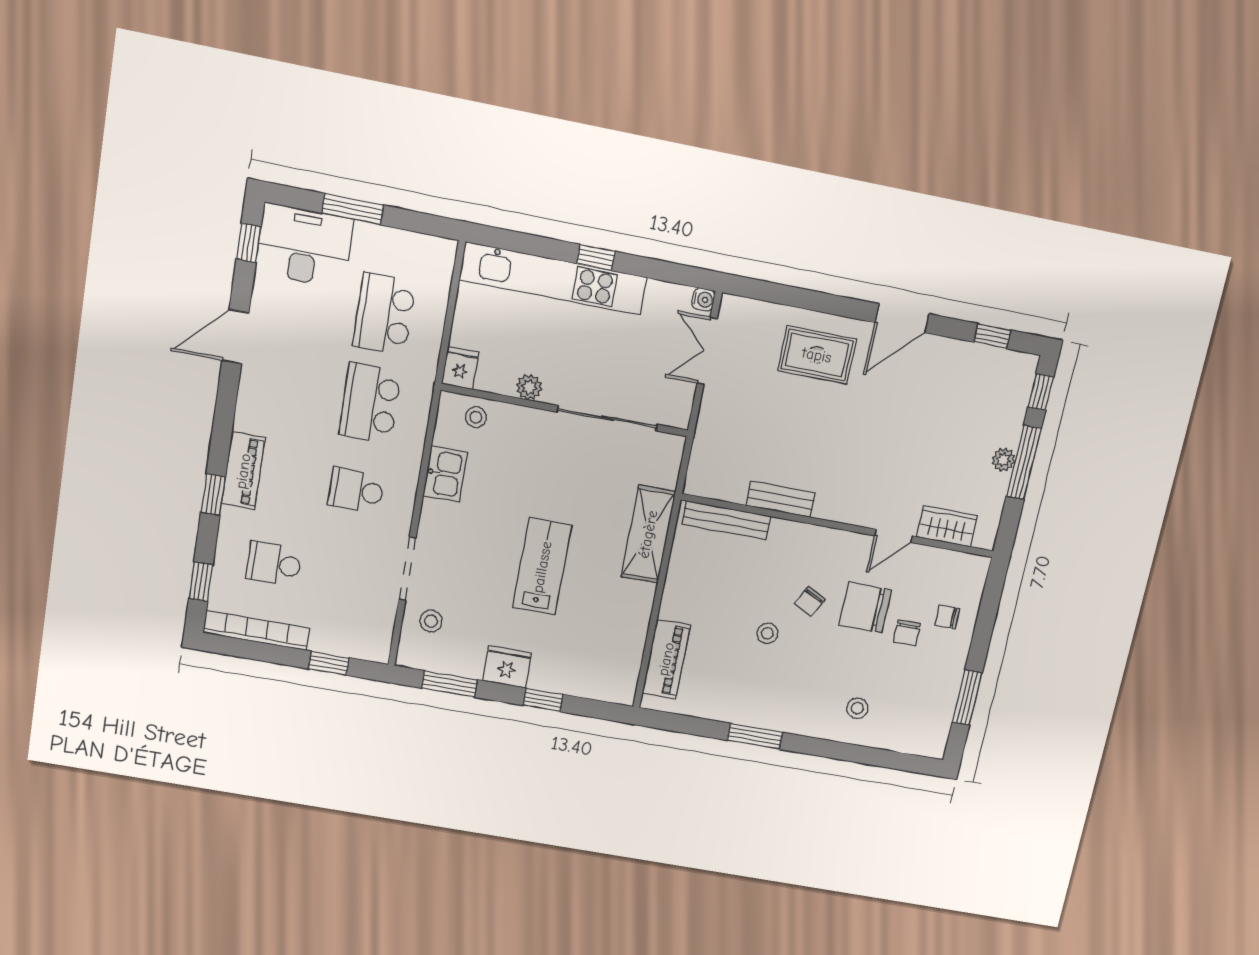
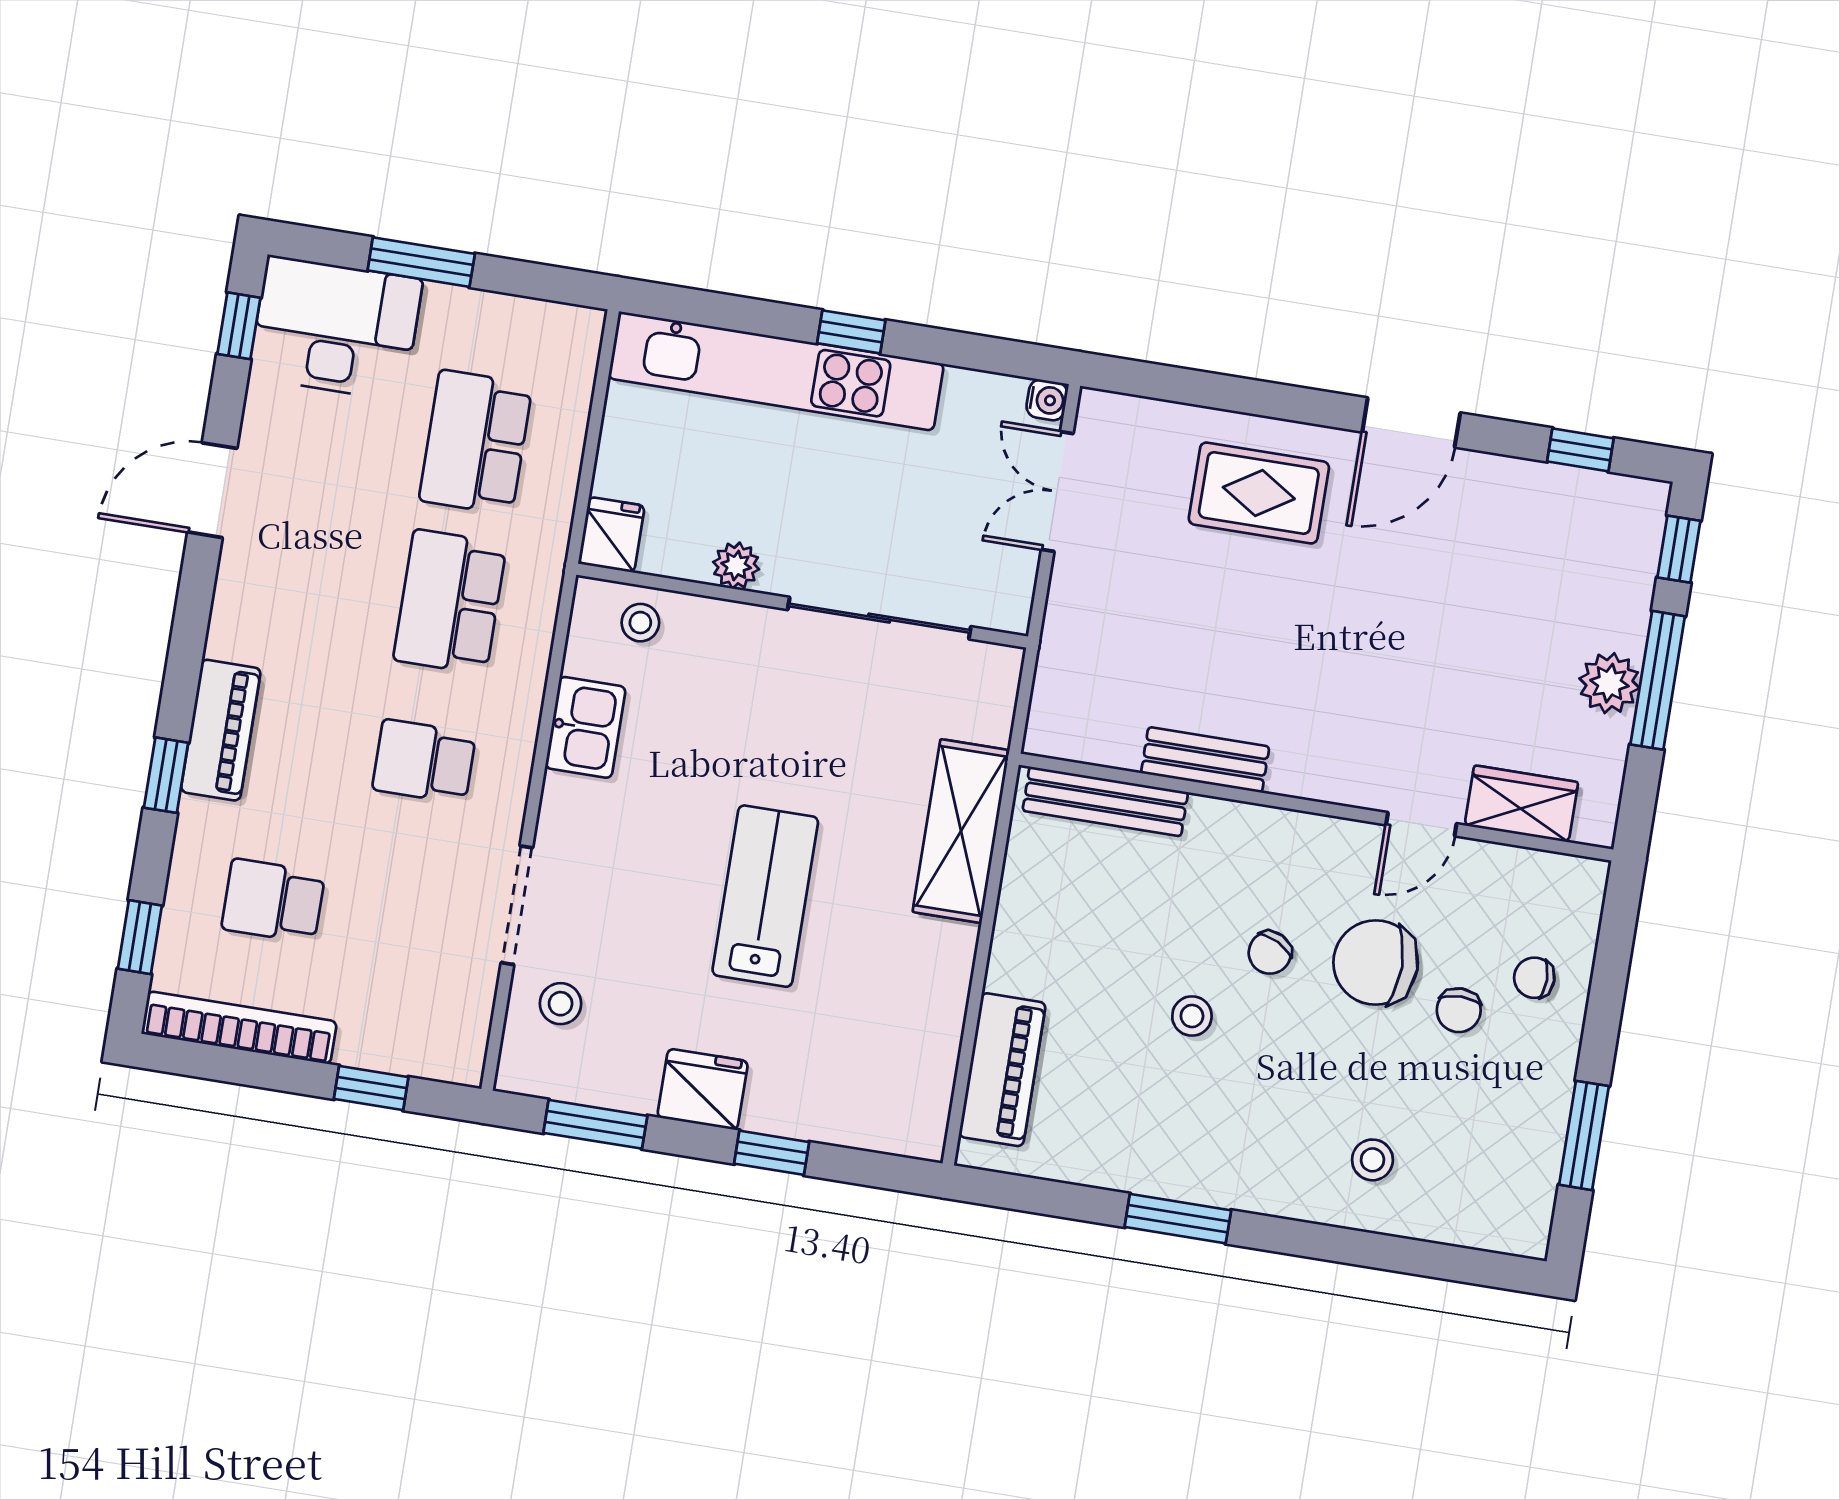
plant: (1004, 460) -> (1609, 683), width x1.38, depth x1.38

